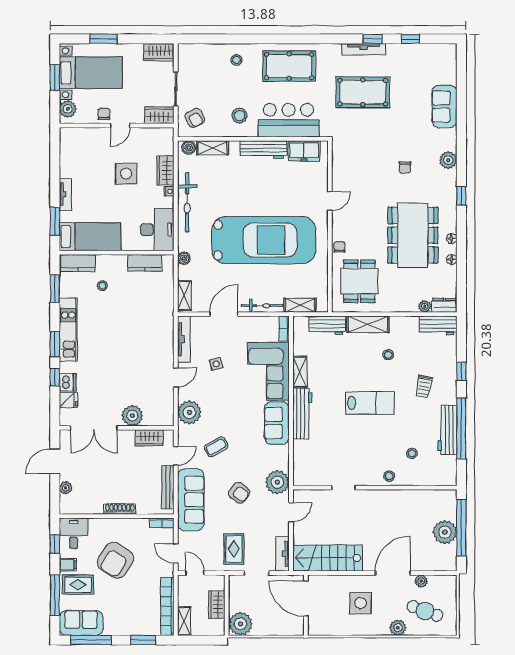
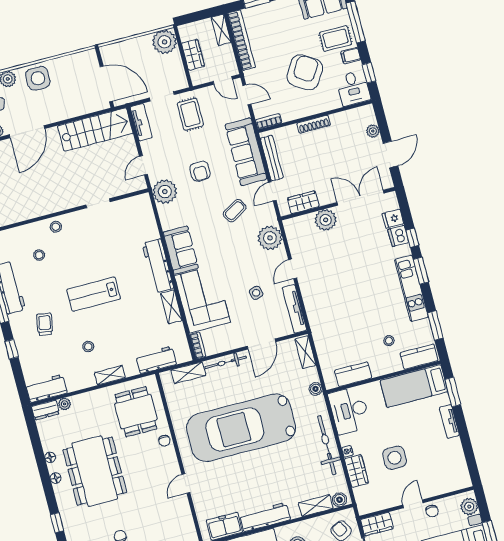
shelving: (368, 324) -> (110, 375), width x0.67, depth x0.75
armchair: (239, 493) -> (200, 171), turned -127
side table: (360, 603) -> (38, 78), moved

